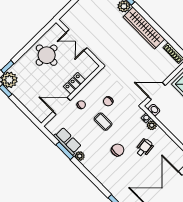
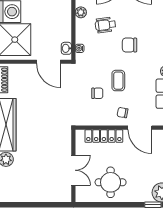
locker: (74, 83) -> (104, 136), width x1.53
plant: (152, 125) -> (81, 12), moved

